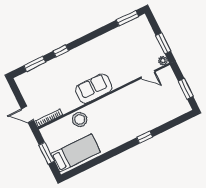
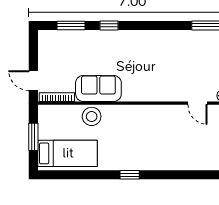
sofa: (94, 89) -> (98, 88), moved
window: (145, 137) -> (130, 175), moved

